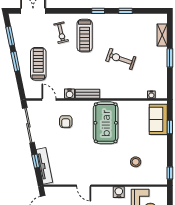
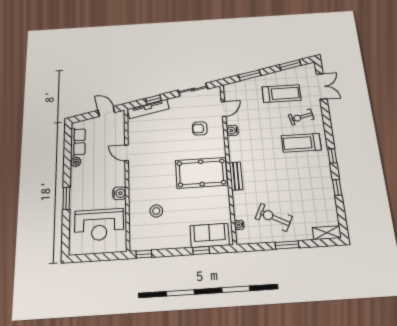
shelving: (162, 35) -> (327, 233), moved
exercise bike: (121, 59) -> (274, 218), moved, turned -82
window: (15, 61) -> (250, 75), moved
treadmill: (38, 64) -> (282, 94), moved
bench: (87, 94) -> (236, 176), moved
sliding door: (28, 125) -> (193, 90), width x0.73
door: (84, 186) -> (127, 153), hinge flipped

